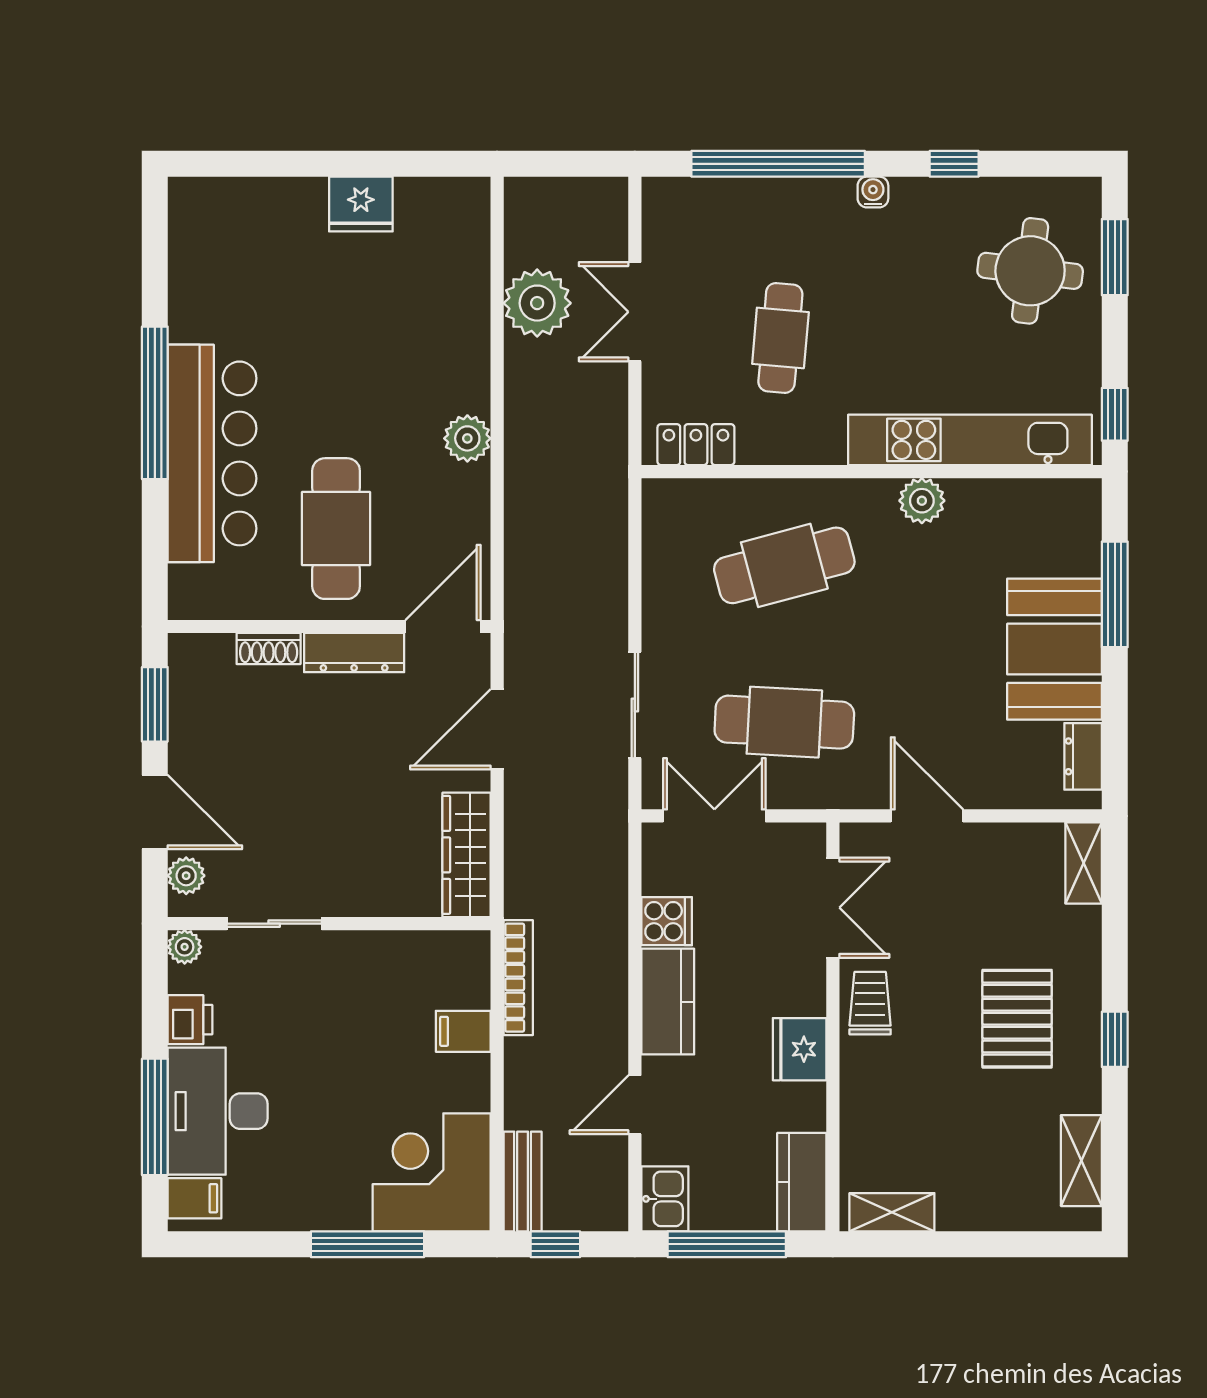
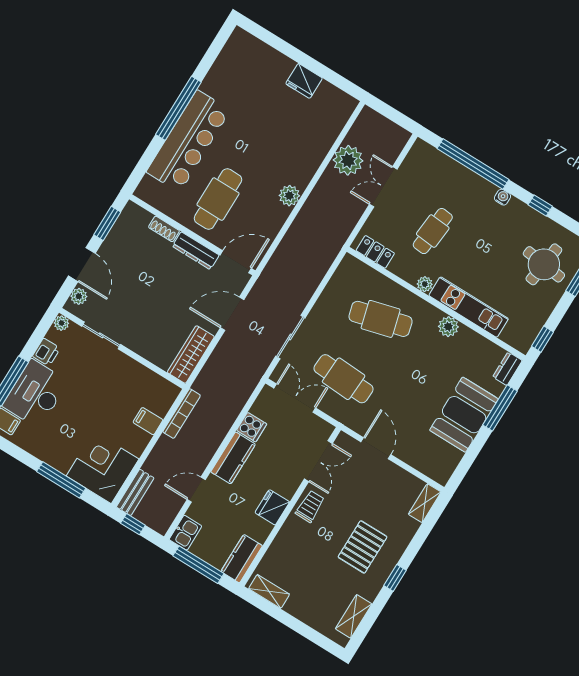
kitchen unit: (970, 440) -> (469, 307), width x0.73
plant: (827, 448) -> (425, 284), added
dresser: (1083, 756) -> (507, 369), moved

